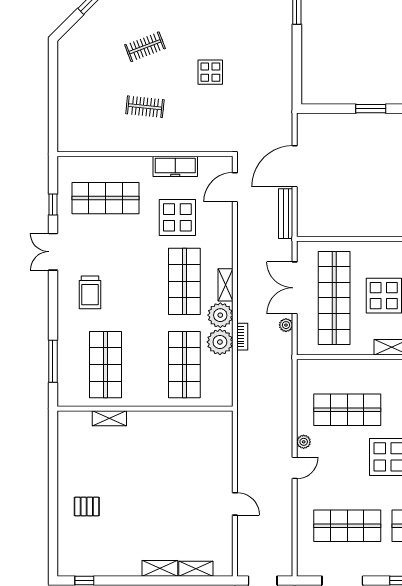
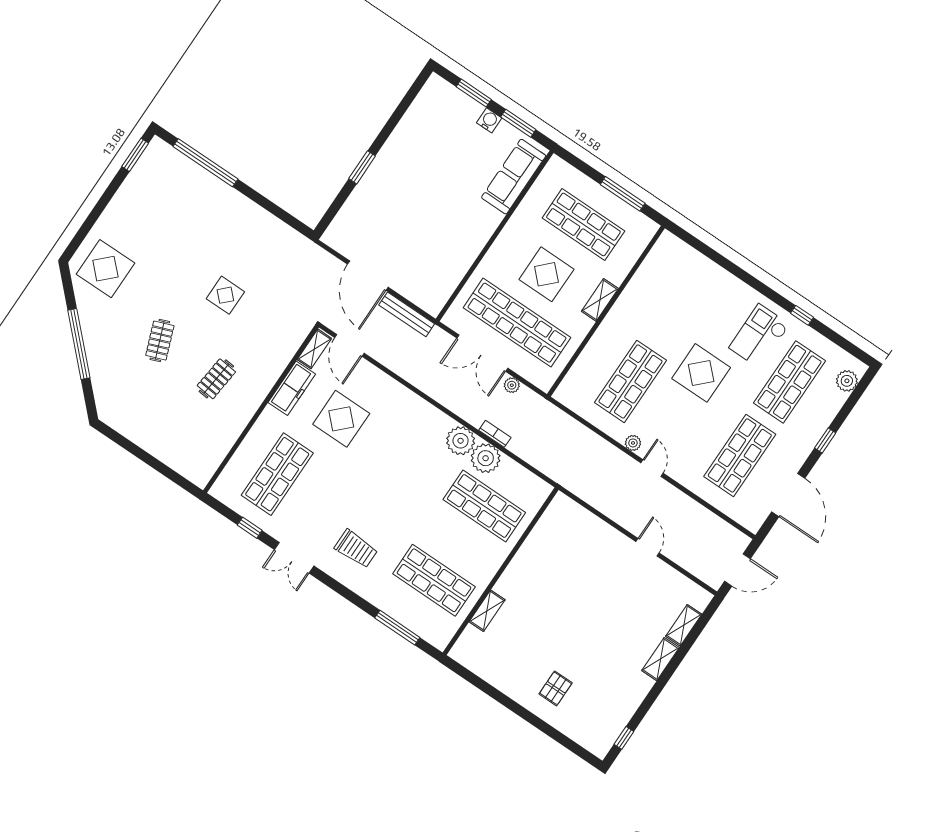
shop shelf: (184, 281) -> (406, 453), removed
shelving: (226, 285) -> (314, 349), moved, turned 90
door: (235, 504) -> (647, 547), hinge flipped

